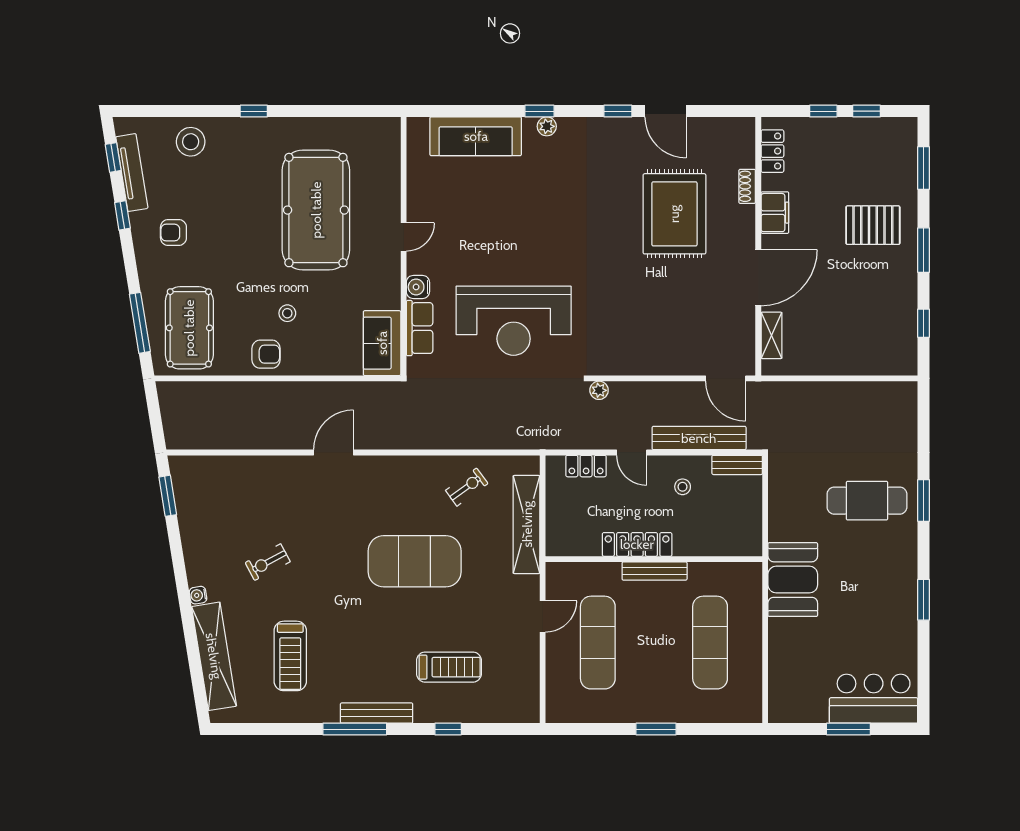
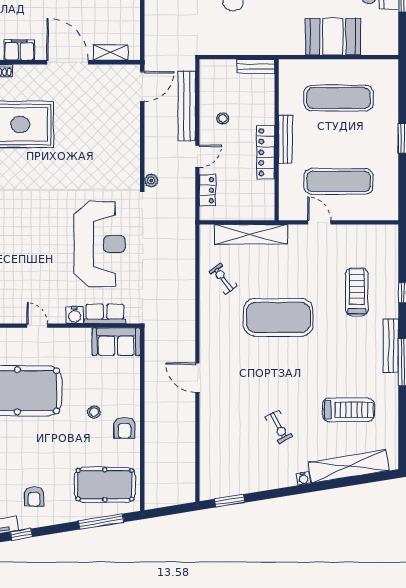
armchair: (266, 354) -> (124, 428), turned 180
bench: (737, 465) -> (256, 66), moved, turned 90
exercise mat: (415, 561) -> (278, 317), turned 90
booth: (793, 580) -> (333, 37), moved

